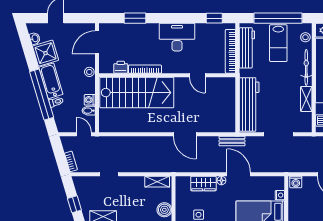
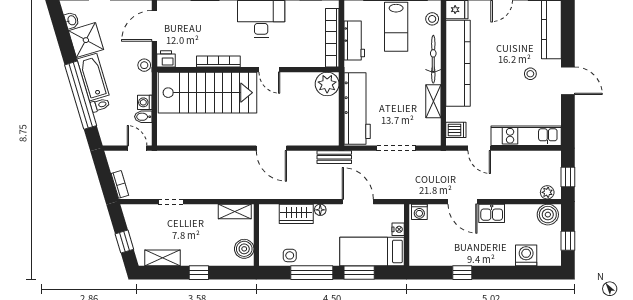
workbench: (247, 48) -> (354, 40), width x0.73
printer: (121, 67) -> (166, 59), moved
door: (197, 75) -> (269, 70), moved
plant: (227, 86) -> (327, 84), added
door: (239, 174) -> (358, 202), moved

